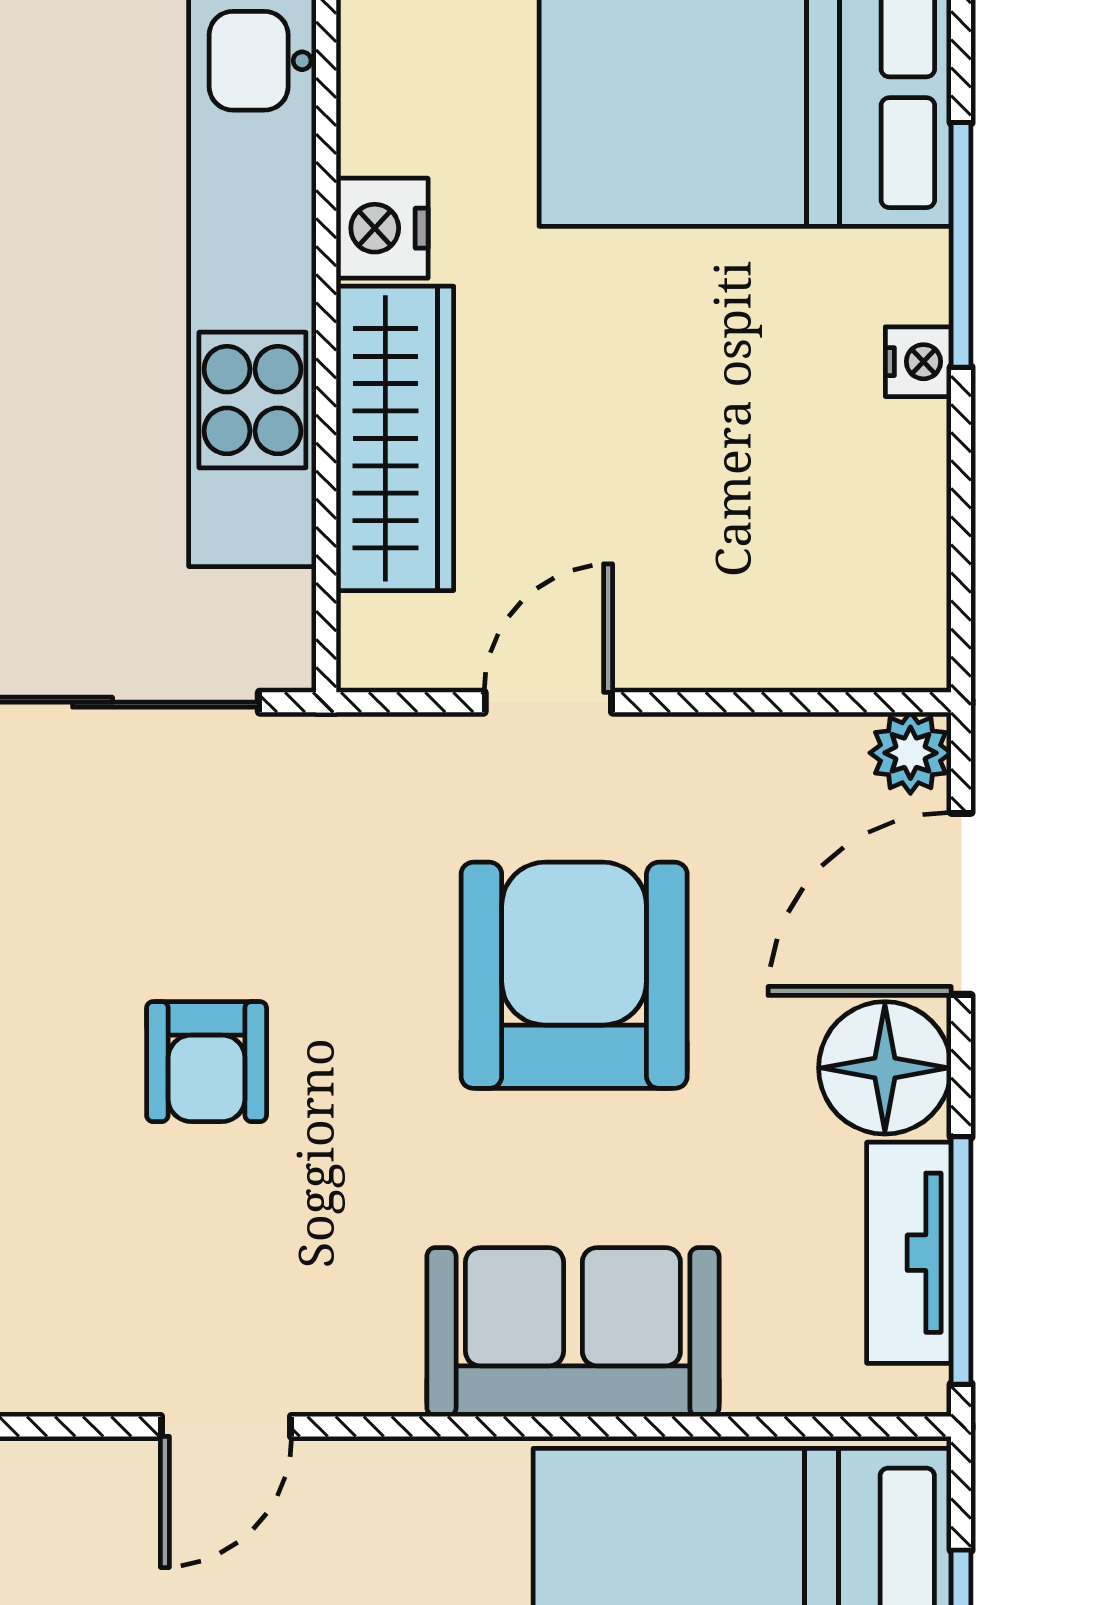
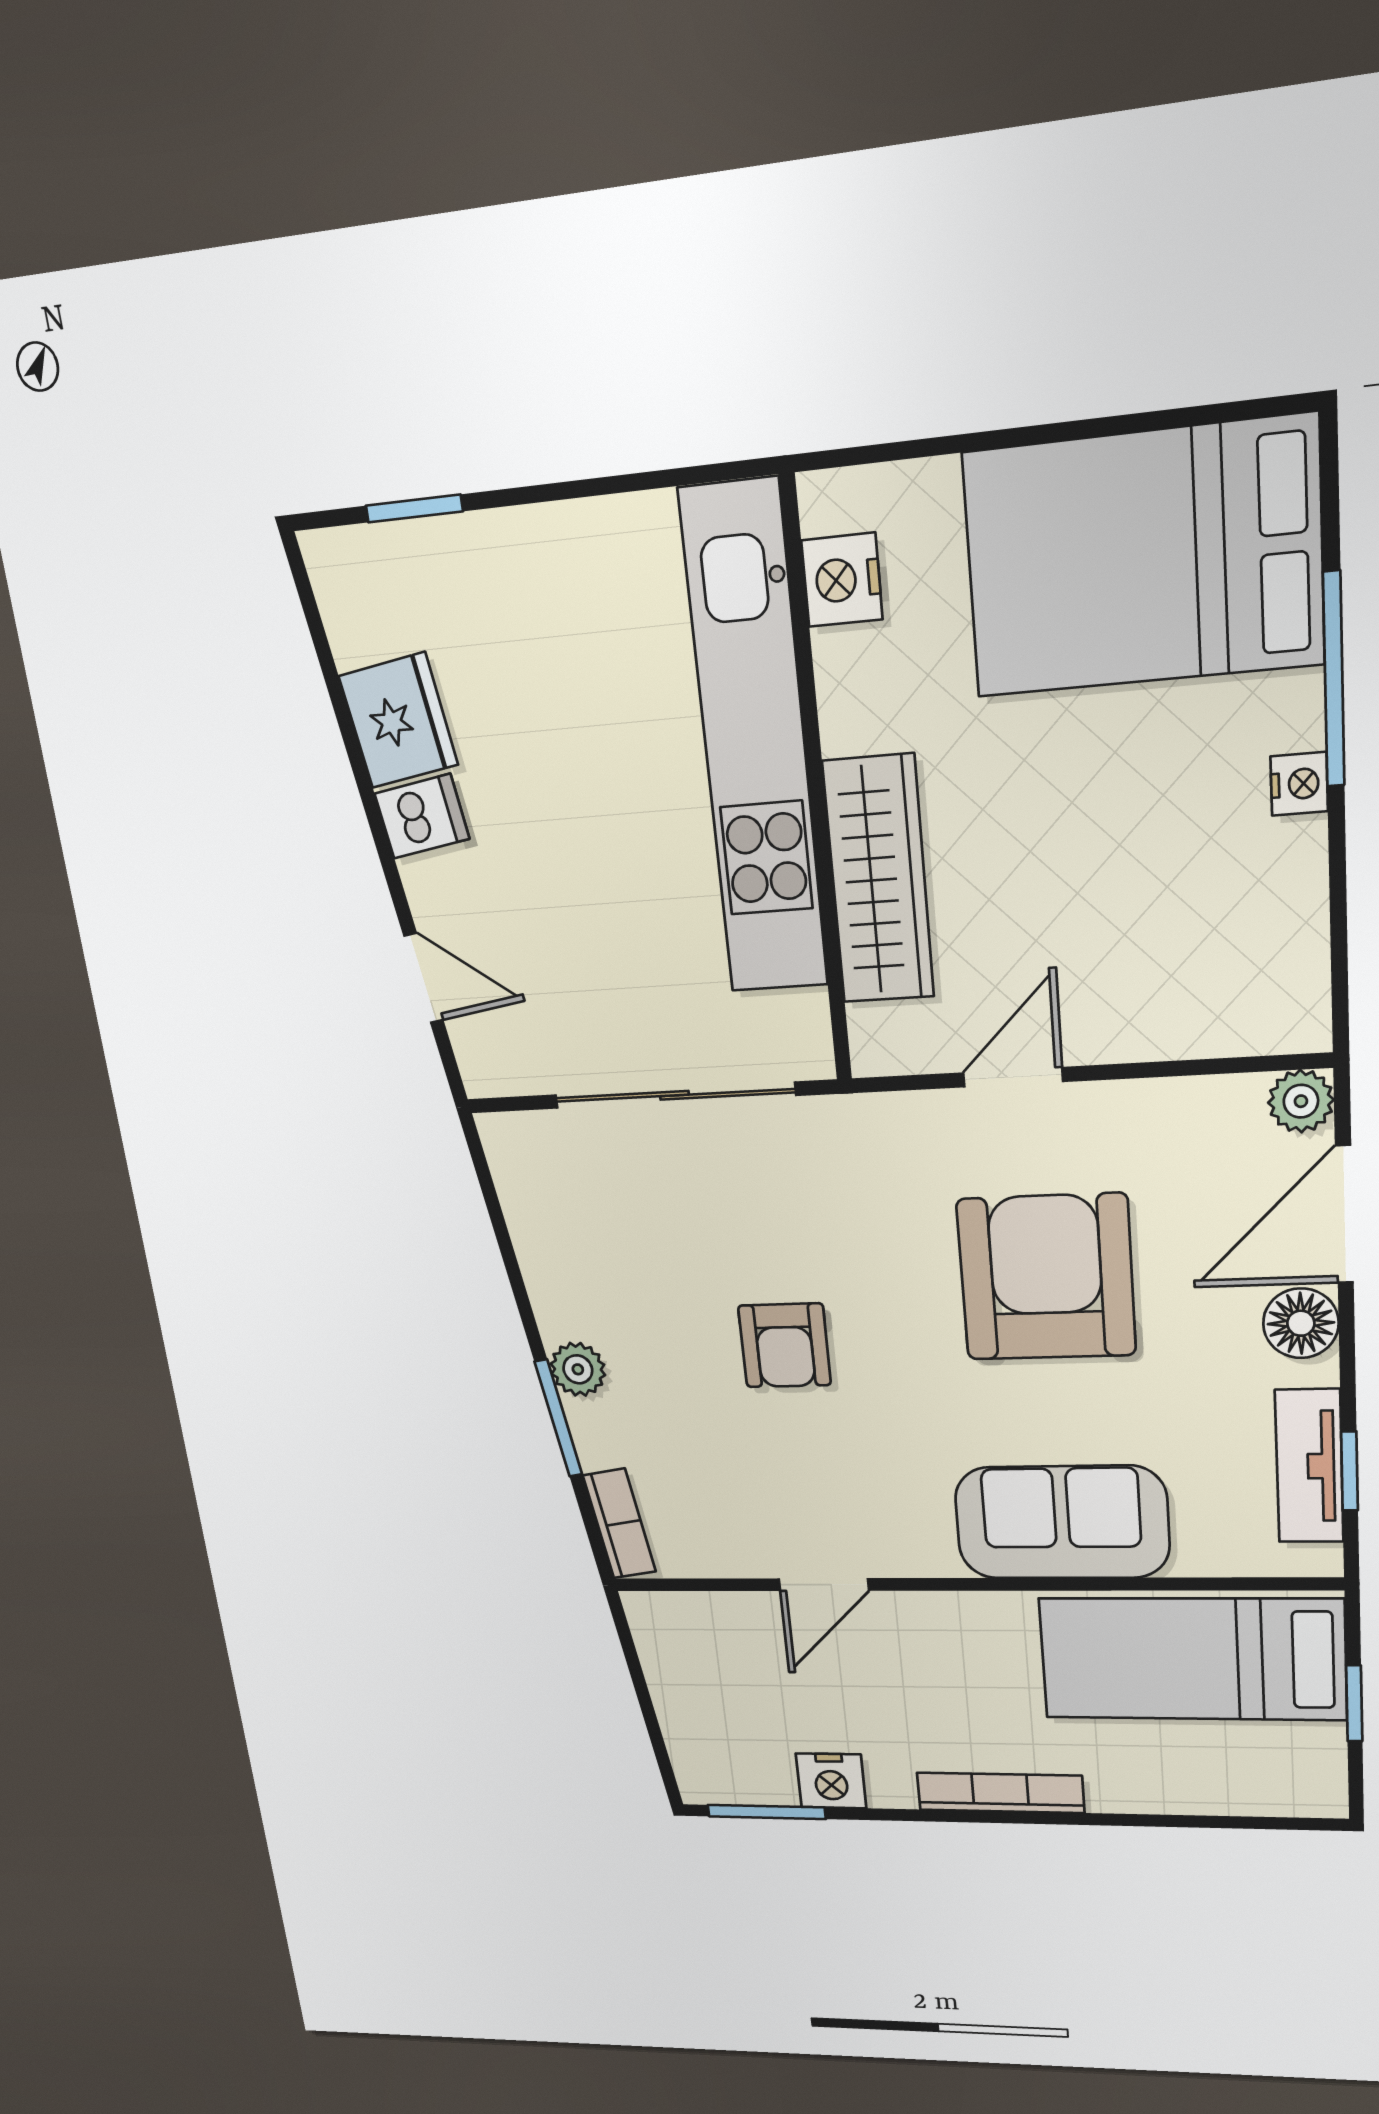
nightstand: (382, 228) -> (842, 580), moved
floor lamp: (885, 1068) -> (1301, 1323), width x0.73, depth x0.73
window: (961, 1260) -> (1350, 1471), width x0.46

